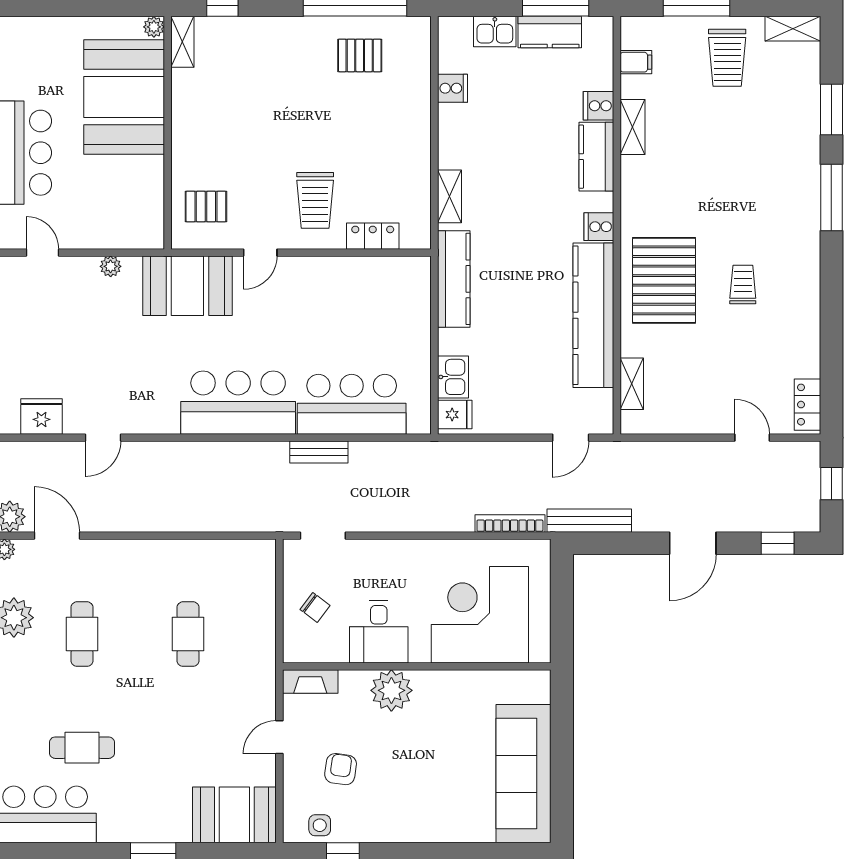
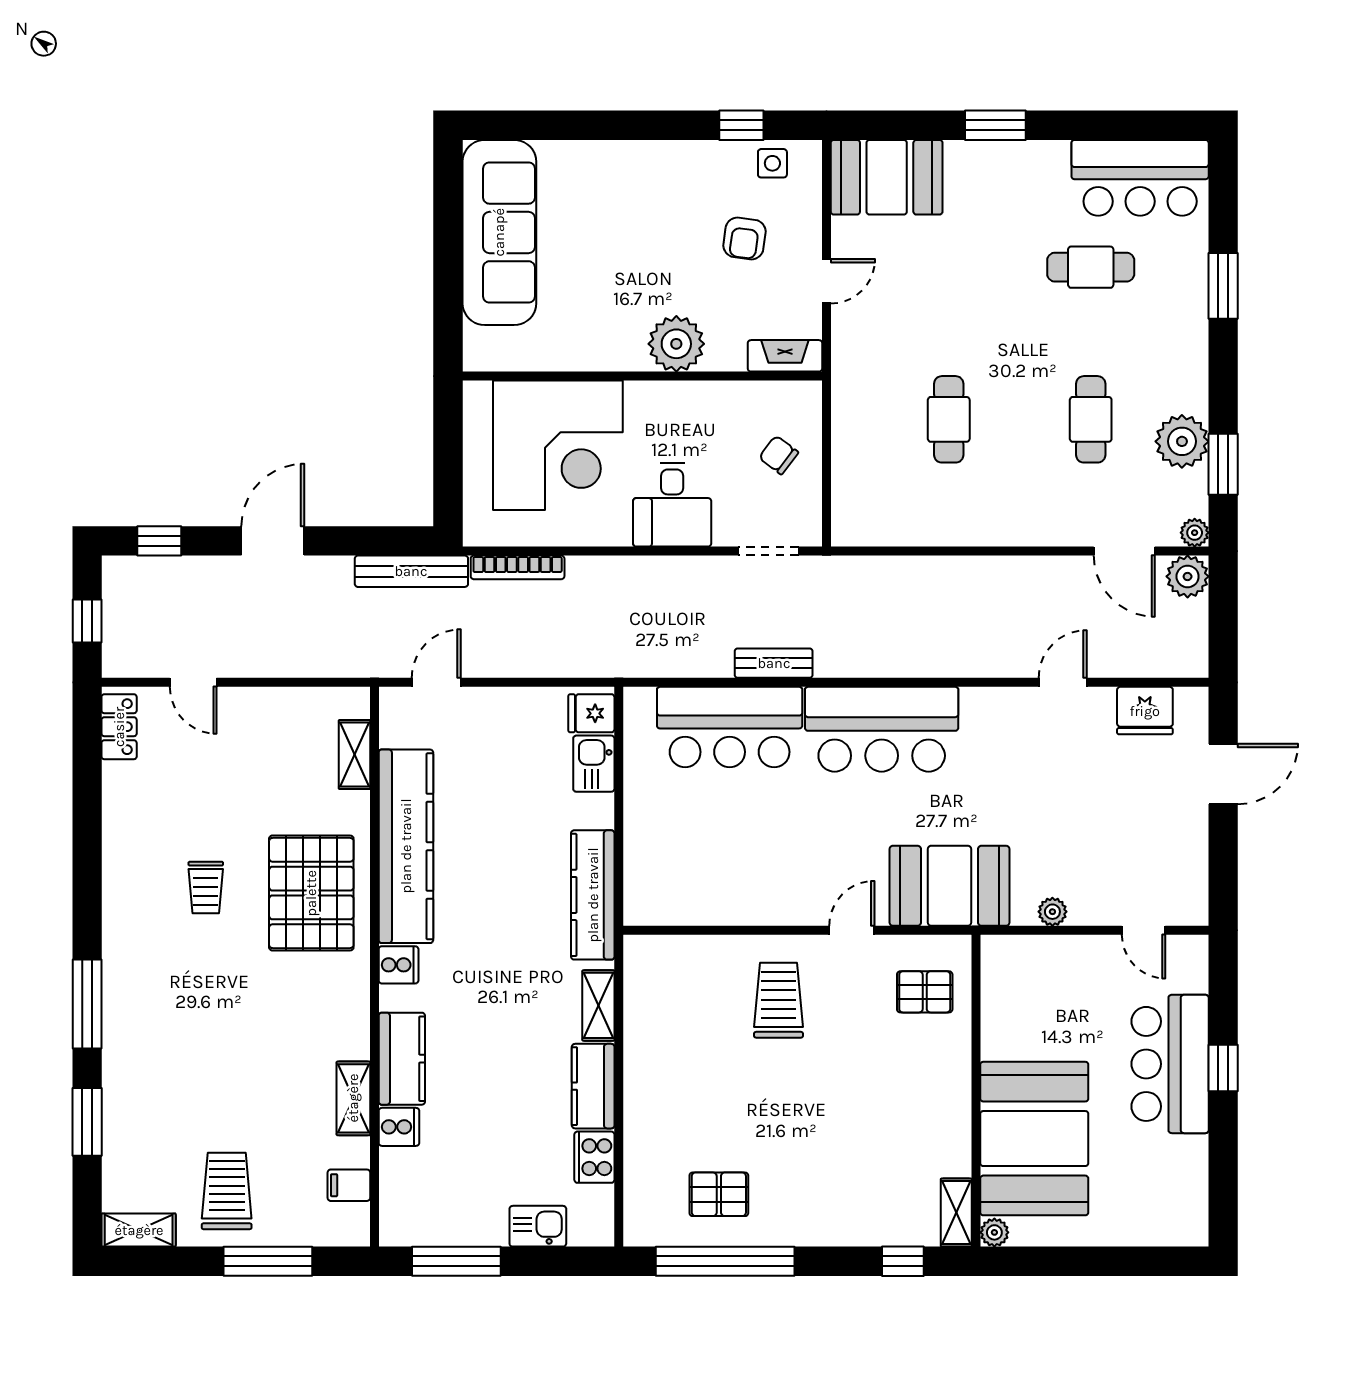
kitchen counter: (550, 32) -> (593, 1086), moved, turned -90
cooker: (453, 88) -> (594, 1157), width x1.36
locker: (373, 236) -> (701, 952), removed
desk: (379, 632) -> (672, 505), moved, turned 180

